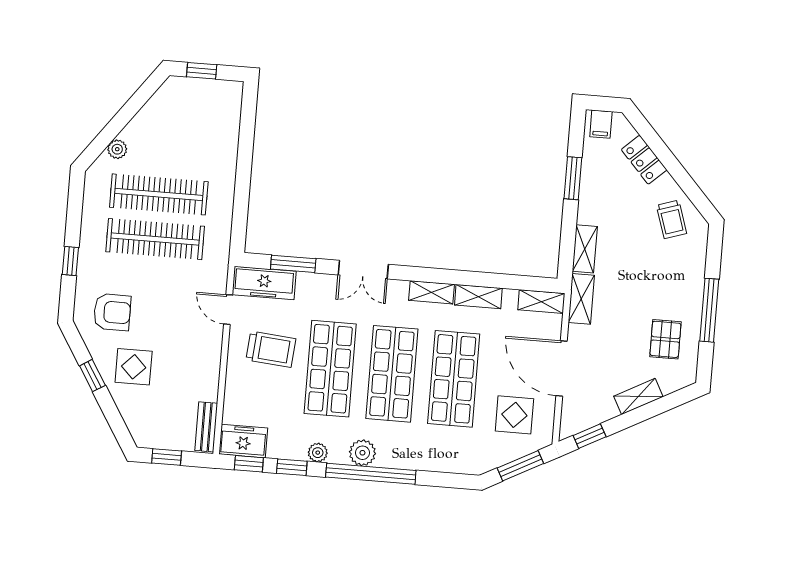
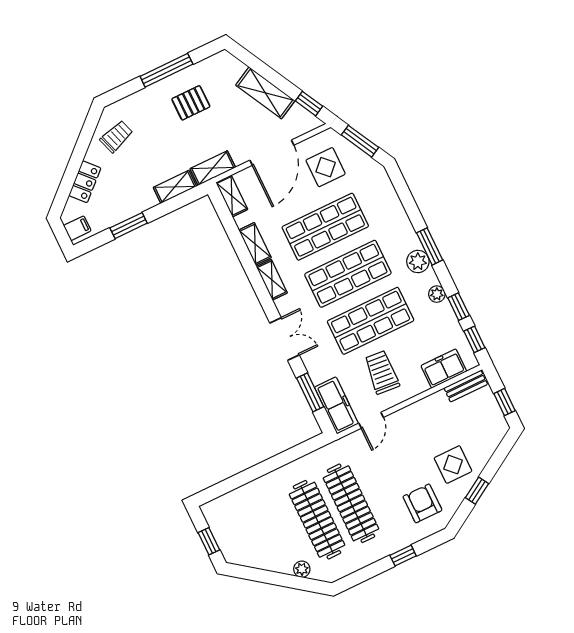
pallet: (665, 339) -> (191, 103), moved
shelving: (638, 396) -> (265, 93), width x1.50, depth x1.33
freezer: (243, 441) -> (444, 369), moved, turned 90
window: (371, 474) -> (430, 246), width x0.47

